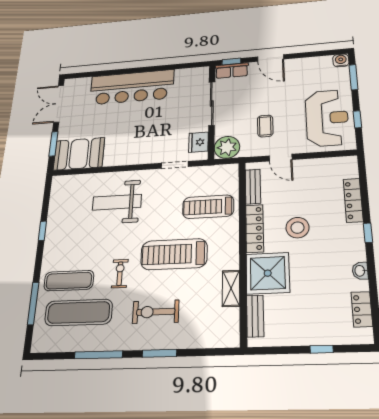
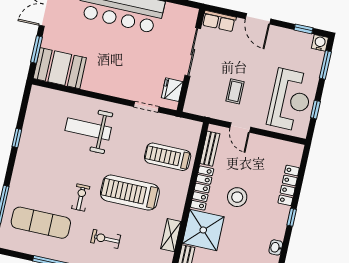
window: (231, 62) -> (303, 29), moved
plant: (227, 147) -> (196, 103), removed
exercise mat: (69, 281) -> (36, 192), removed
exercise bike: (156, 312) -> (106, 239), width x0.73, depth x0.72

